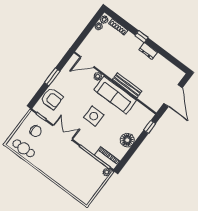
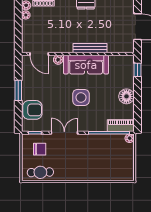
door: (87, 62) -> (39, 54), hinge flipped

